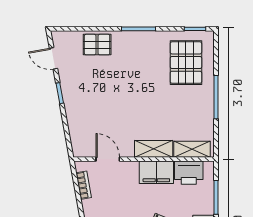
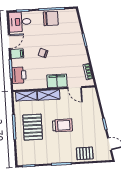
pallet: (186, 63) -> (33, 127), moved
trolley: (133, 95) -> (62, 125), added
filing cabinet: (156, 172) -> (57, 81), moved
printer: (189, 173) -> (19, 75), moved, turned 90

